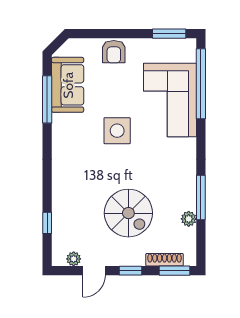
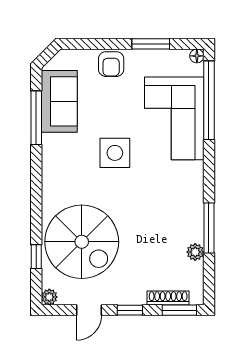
window: (169, 34) -> (151, 44), moved
floor lamp: (190, 44) -> (197, 56), added
spiral stairs: (128, 213) -> (82, 242), moved, width x1.37, depth x1.37
plant: (74, 259) -> (49, 297), moved

